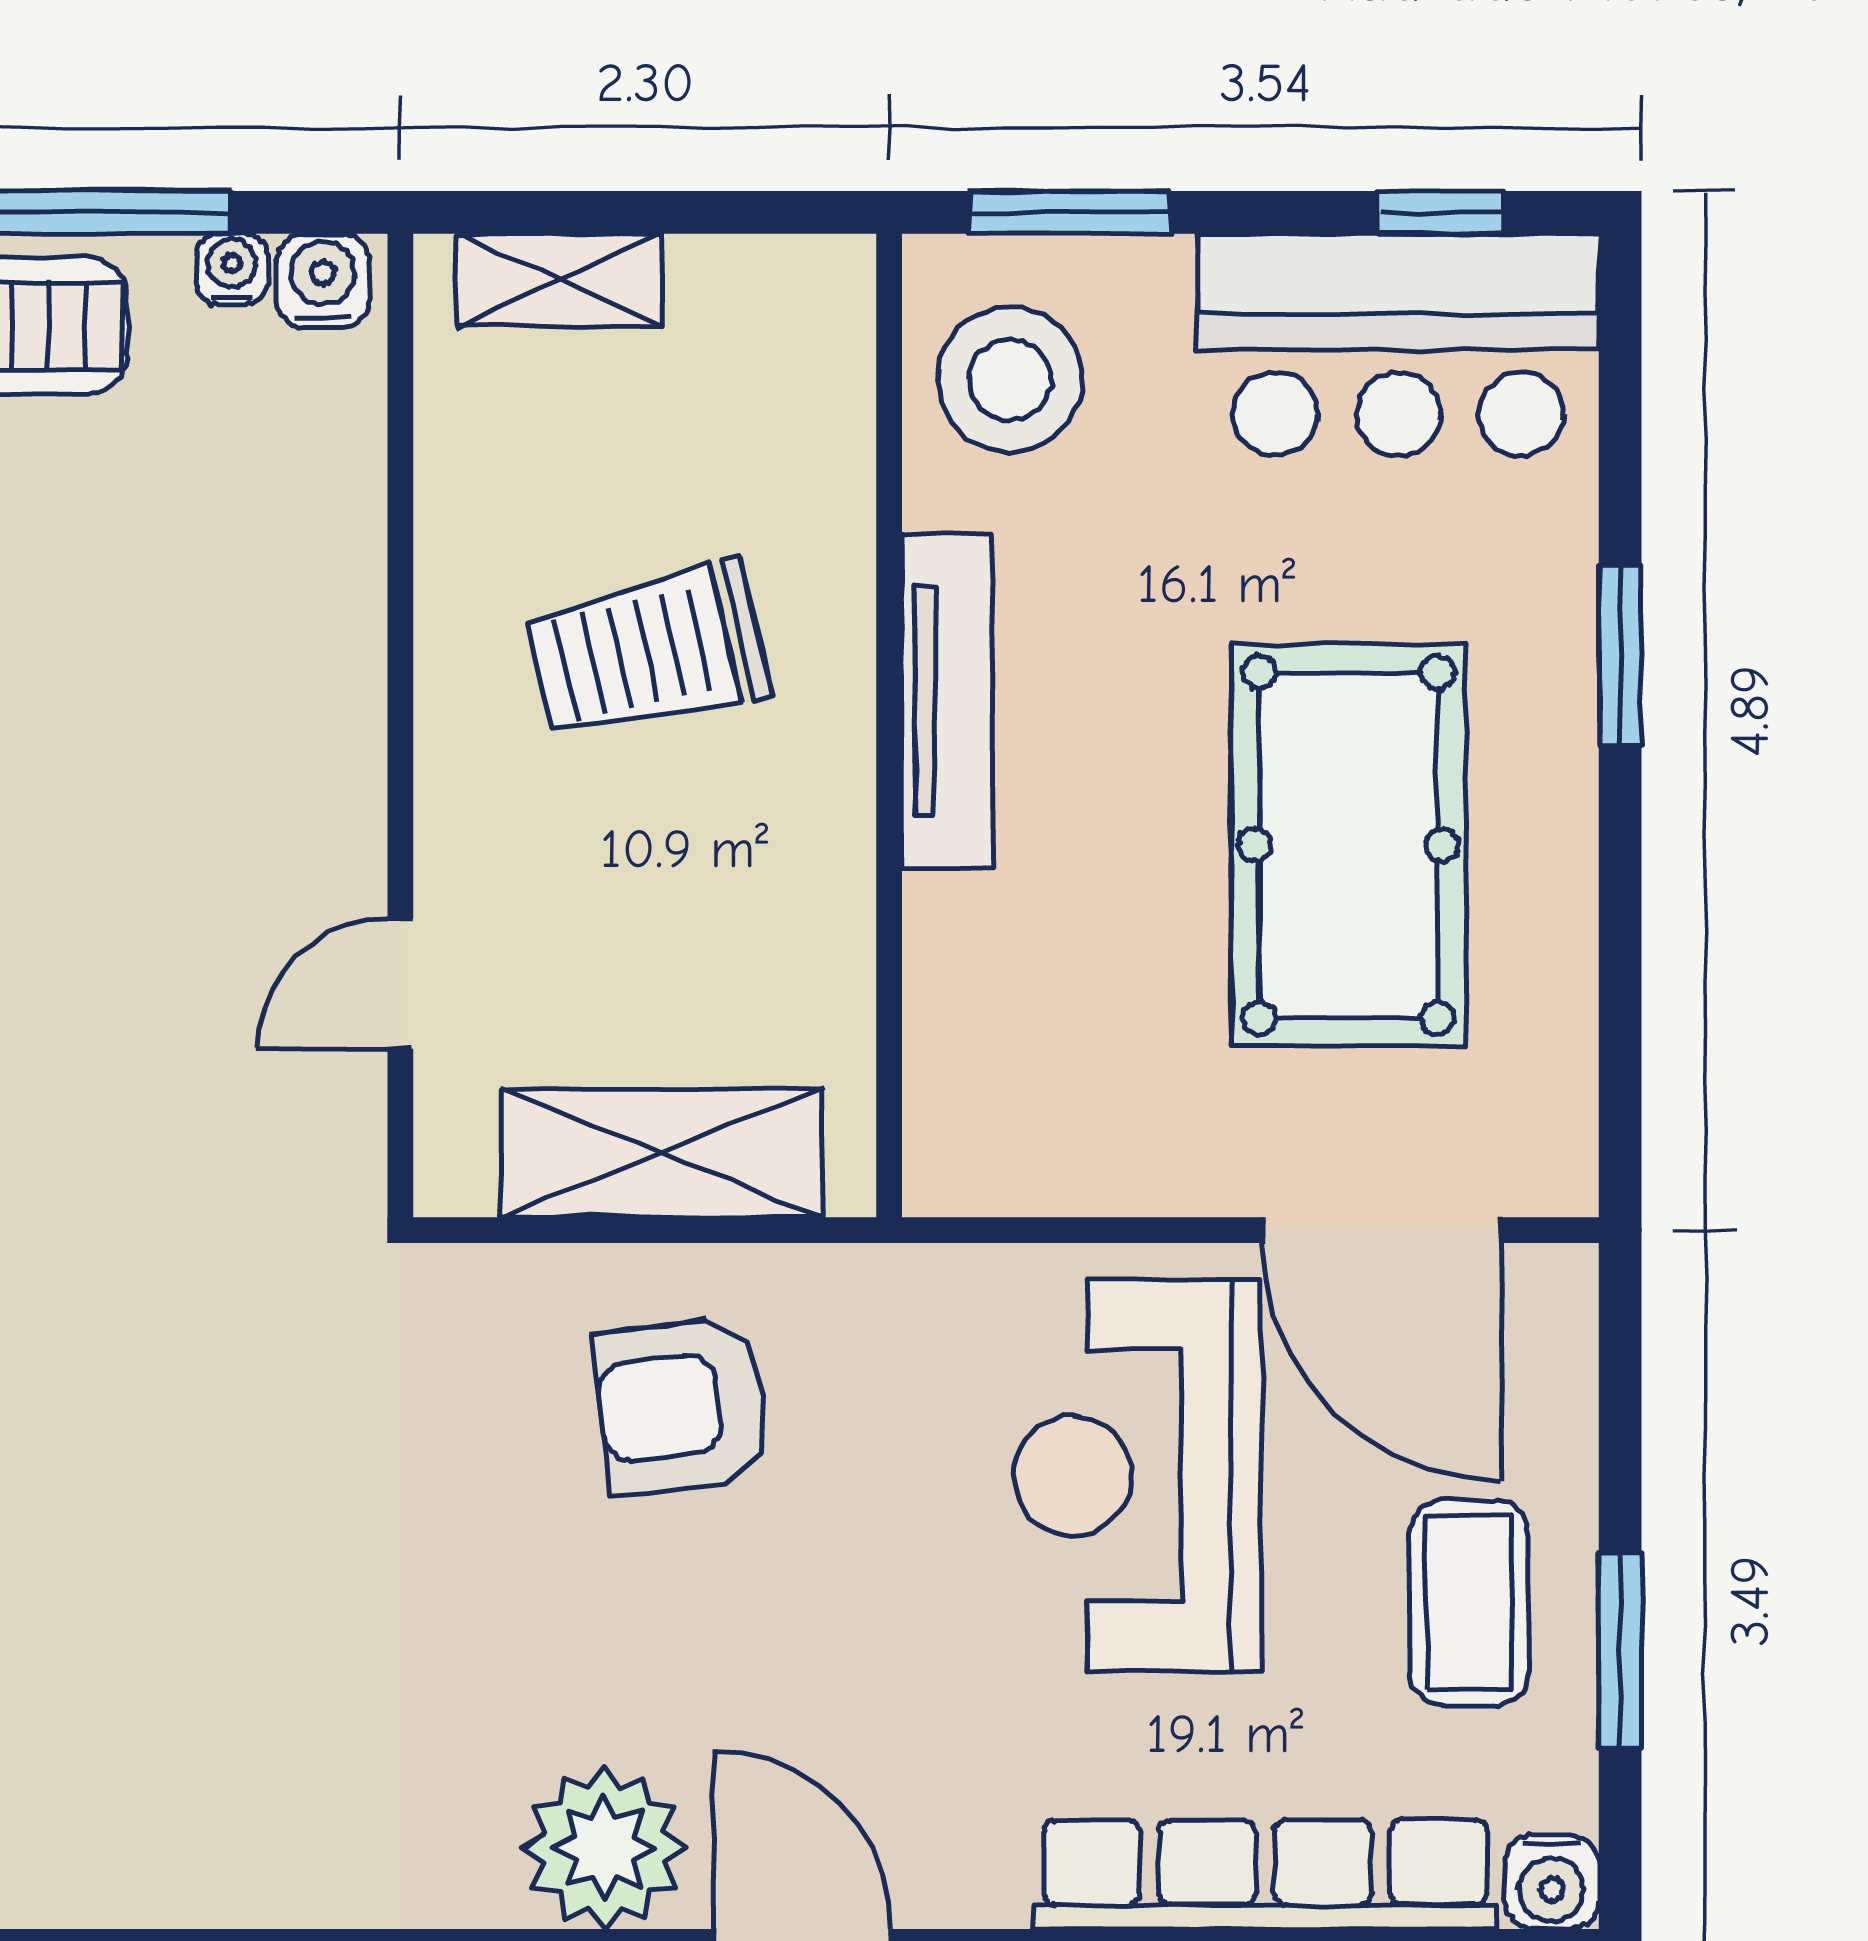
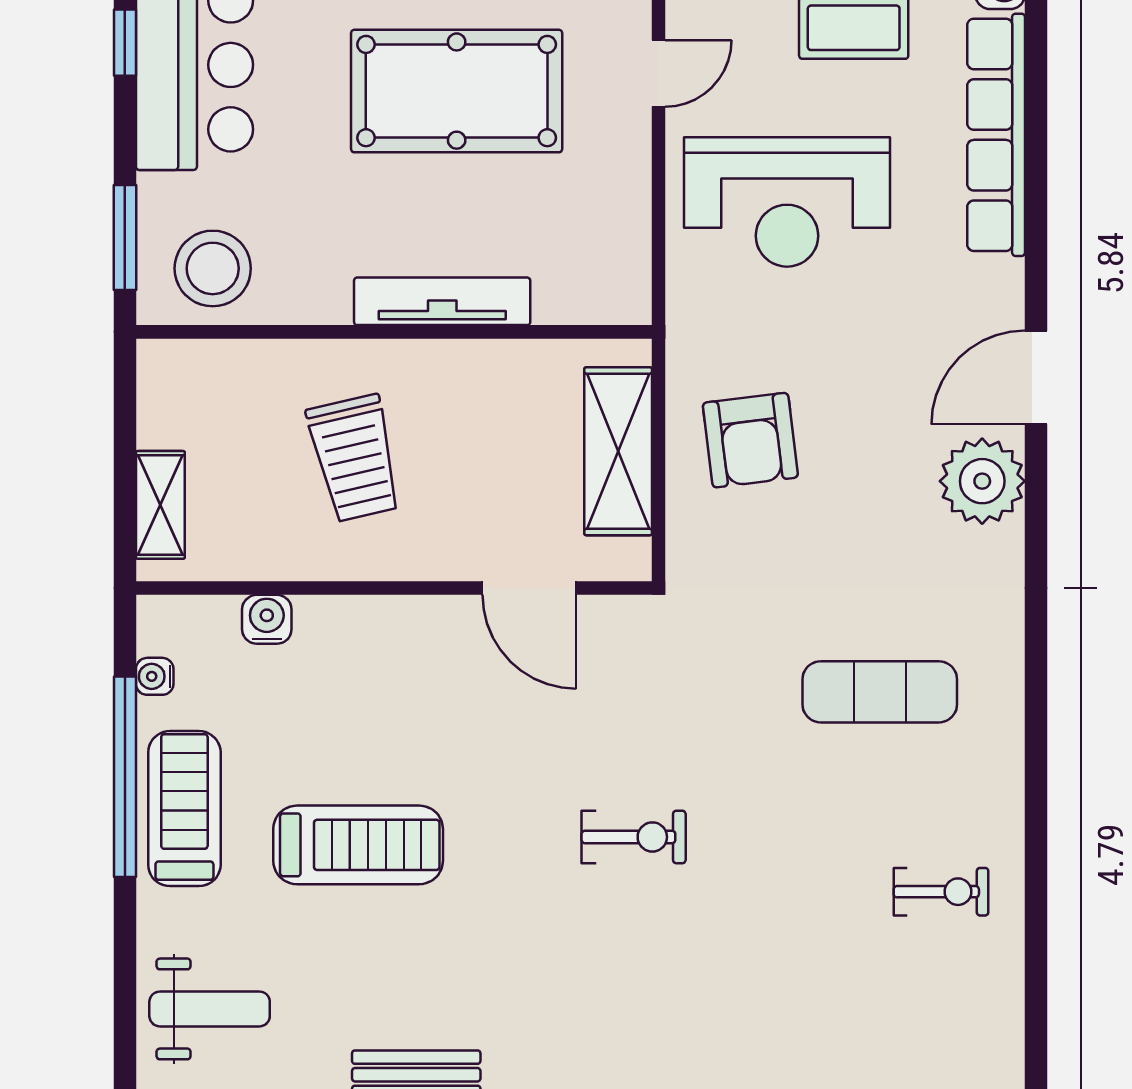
water cooler: (323, 280) -> (267, 619), moved, turned 90
tv unit: (947, 701) -> (442, 301), moved
door: (400, 984) -> (529, 588), width x1.37
door: (1382, 1230) -> (658, 73), width x0.53
exercise mat: (202, 1652) -> (880, 692), added

